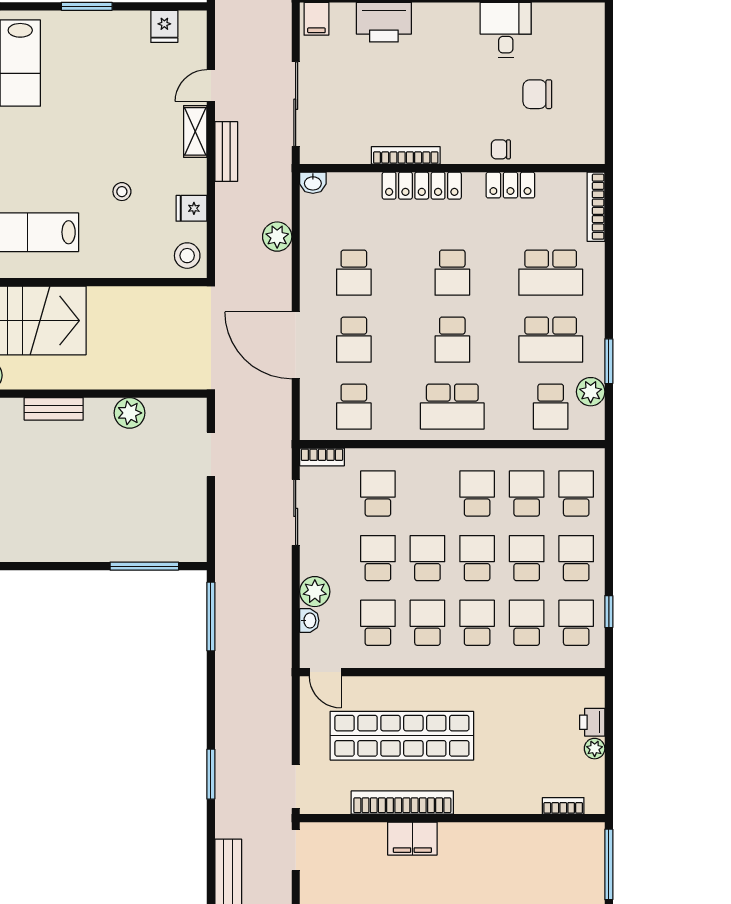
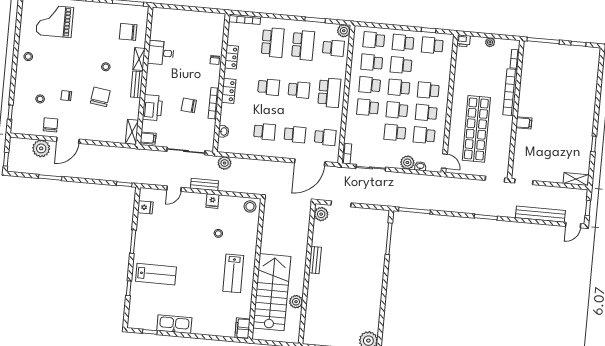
door: (211, 86) -> (174, 189), hinge flipped
chair: (537, 94) -> (189, 105), moved, turned 95
shelving: (195, 131) -> (194, 198), removed
washbasin: (313, 183) -> (224, 131), moved
locker: (422, 186) -> (229, 91), width x0.66
fridge: (191, 208) -> (212, 201), moved
plant: (277, 237) -> (225, 163), moved
door: (296, 345) -> (310, 162), moved
plant: (591, 392) -> (344, 31), moved
bench: (54, 409) -> (315, 260), moved
plant: (130, 413) -> (321, 214), moved
school desk: (378, 493) -> (368, 107), moved
school desk: (527, 623) -> (430, 68), removed
door: (325, 672) -> (444, 161), hinge flipped
printer: (592, 722) -> (463, 41), moved
bookcase: (402, 803) -> (510, 92), moved
filing cabinet: (412, 839) -> (524, 123), width x0.50

